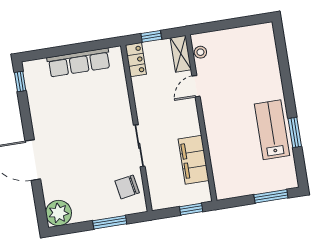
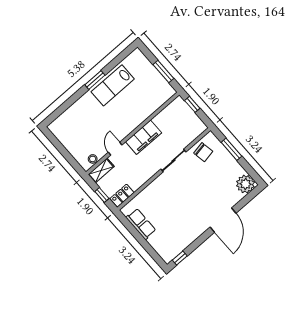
row of seats: (79, 63) -> (141, 224), width x0.68
door: (196, 86) -> (115, 149), swing flipped
window: (295, 132) -> (95, 80), moved
filing cabinet: (194, 160) -> (144, 137), moved
window: (271, 196) -> (163, 72), moved

